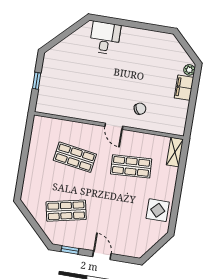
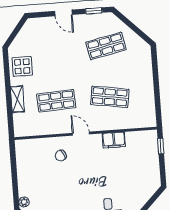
window: (37, 81) -> (161, 146), moved
filing cabinet: (184, 88) -> (114, 140), moved, turned 90
shelving: (175, 152) -> (17, 99), moved

